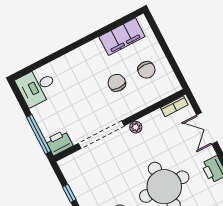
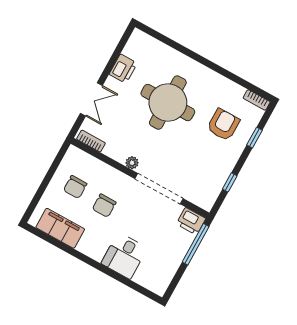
chair: (146, 70) -> (75, 187), turned 180
desk: (37, 87) -> (124, 256), moved, turned 90

